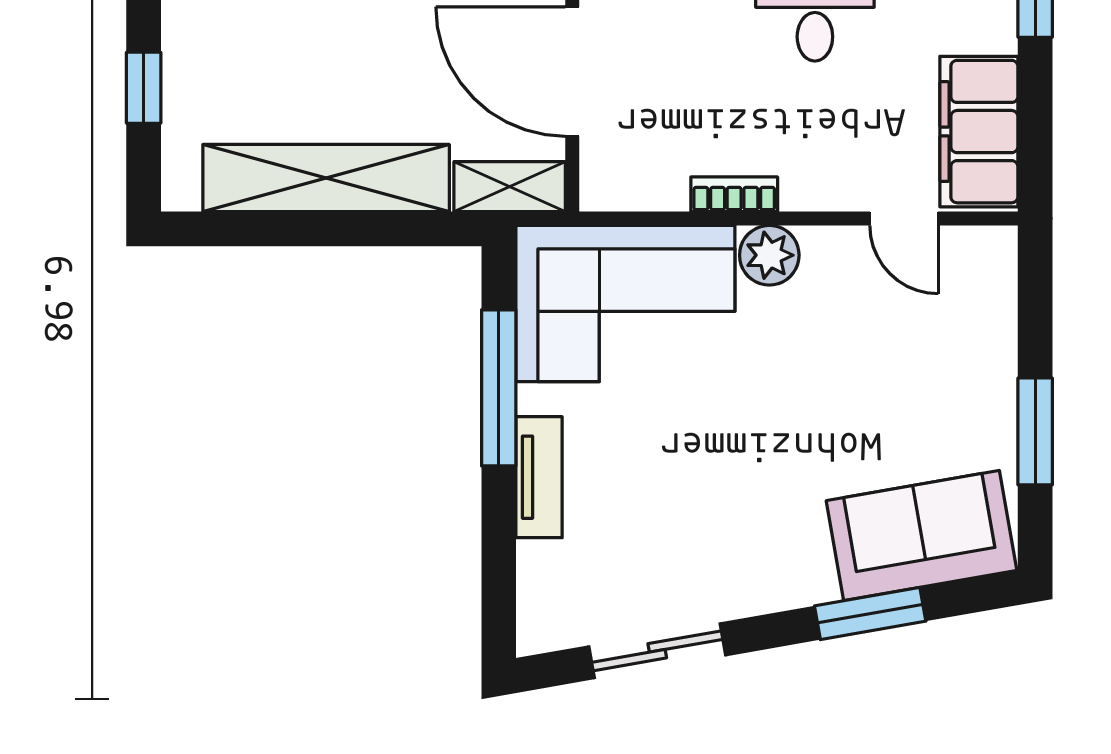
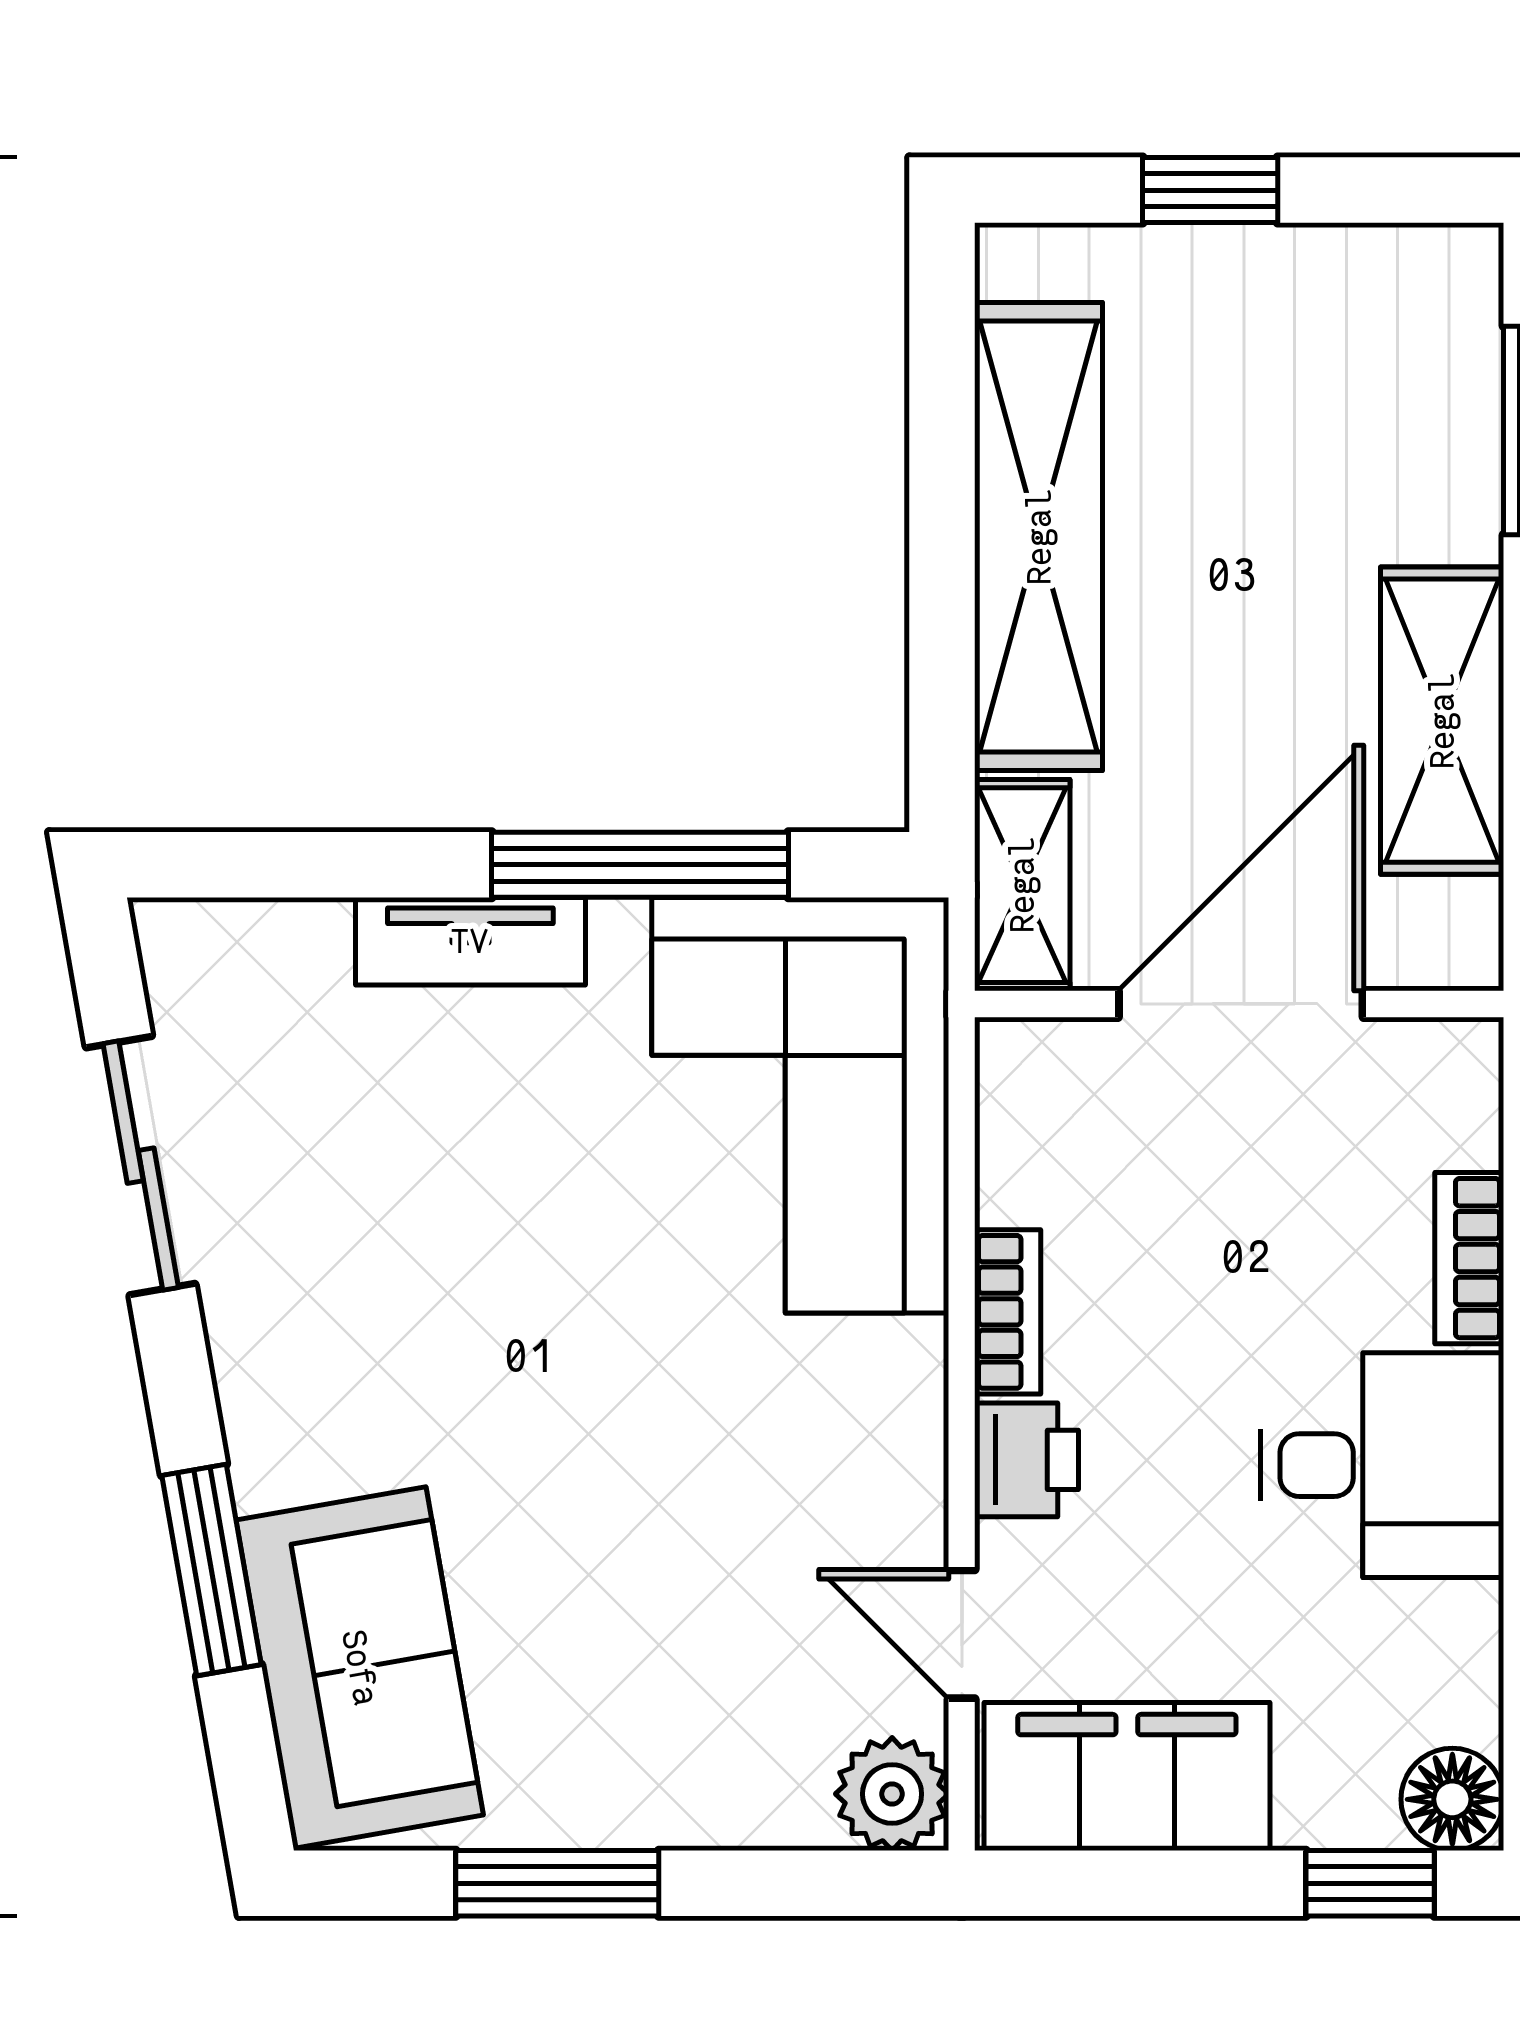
printer: (812, 184) -> (1027, 1460), added
door: (904, 219) -> (962, 1634), hinge flipped
plant: (769, 255) -> (892, 1794), moved

